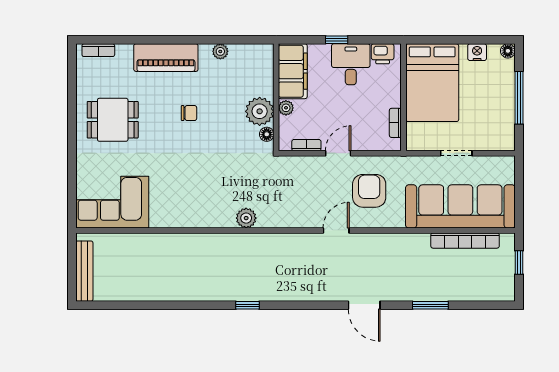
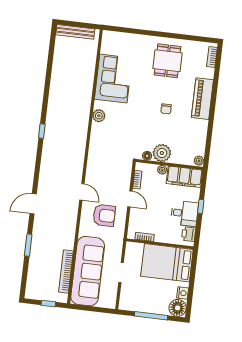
plant: (220, 51) -> (199, 161), moved
floor lamp: (508, 51) -> (178, 308), width x1.89, depth x1.89
corner sofa: (112, 202) -> (113, 79), moved
plant: (246, 218) -> (99, 116), moved

